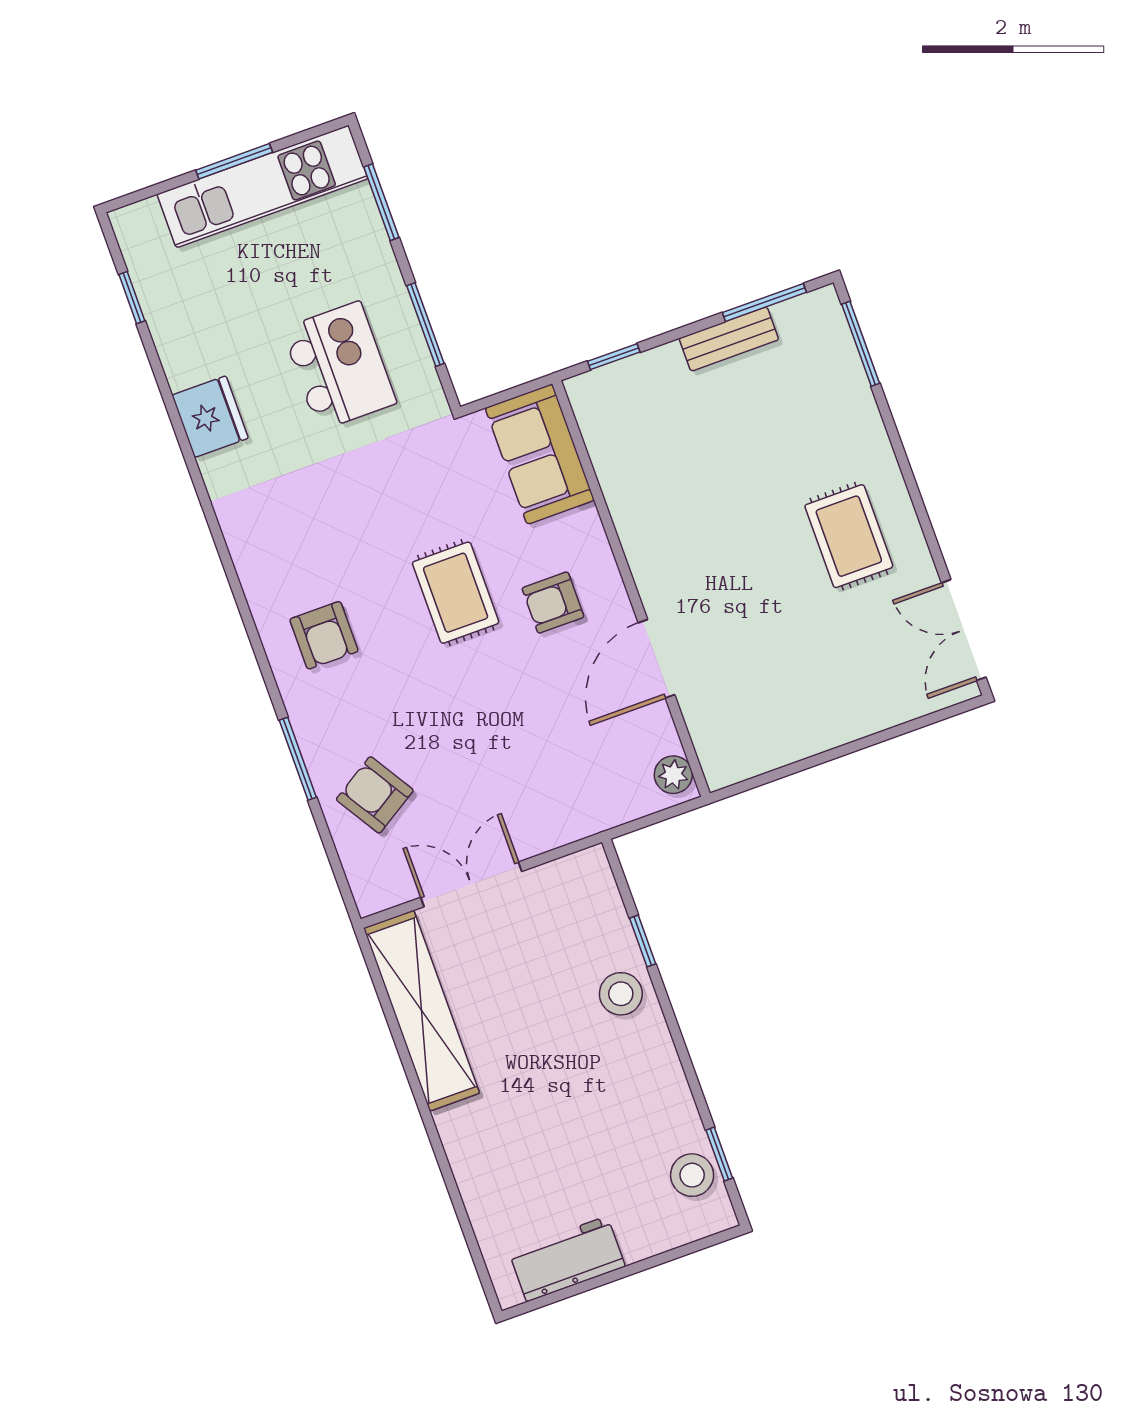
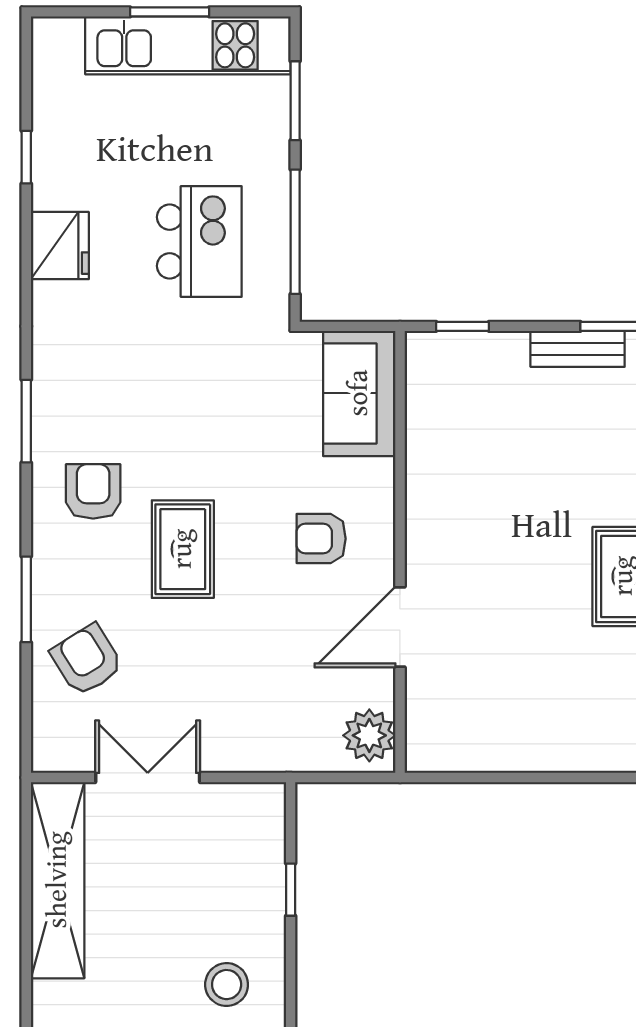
window: (132, 298) -> (26, 157), moved
window: (425, 325) -> (295, 232), width x1.44
window: (238, 592) -> (26, 421), added
rug: (456, 593) -> (183, 549), moved
armchair: (324, 635) -> (93, 491), turned 180
plant: (673, 775) -> (369, 735), width x1.38, depth x1.38
stool: (621, 994) -> (227, 985), moved

